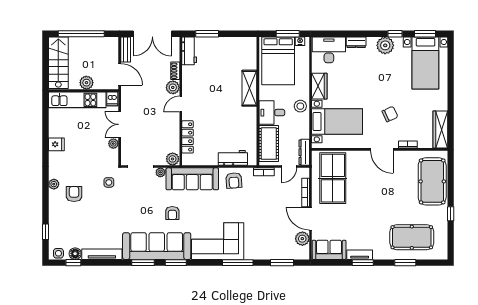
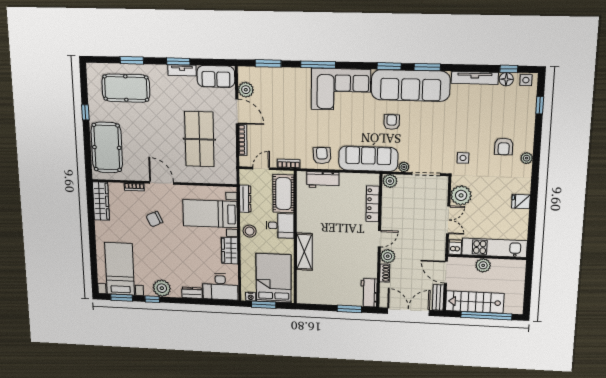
stairs: (58, 63) -> (475, 302), moved, turned 90
plant: (113, 144) -> (461, 195), width x1.87, depth x1.87
dresser: (304, 152) -> (245, 199), moved
table tennis table: (333, 178) -> (199, 139), moved

